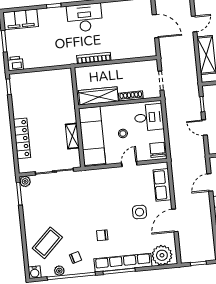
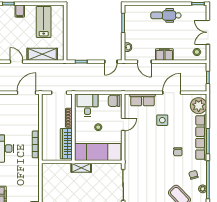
door: (155, 26) -> (26, 93), moved
door: (204, 128) -> (111, 62), moved
shelving: (72, 136) -> (81, 168), moved
door: (129, 164) -> (123, 124), swing flipped
door: (175, 220) -> (172, 93), swing flipped

